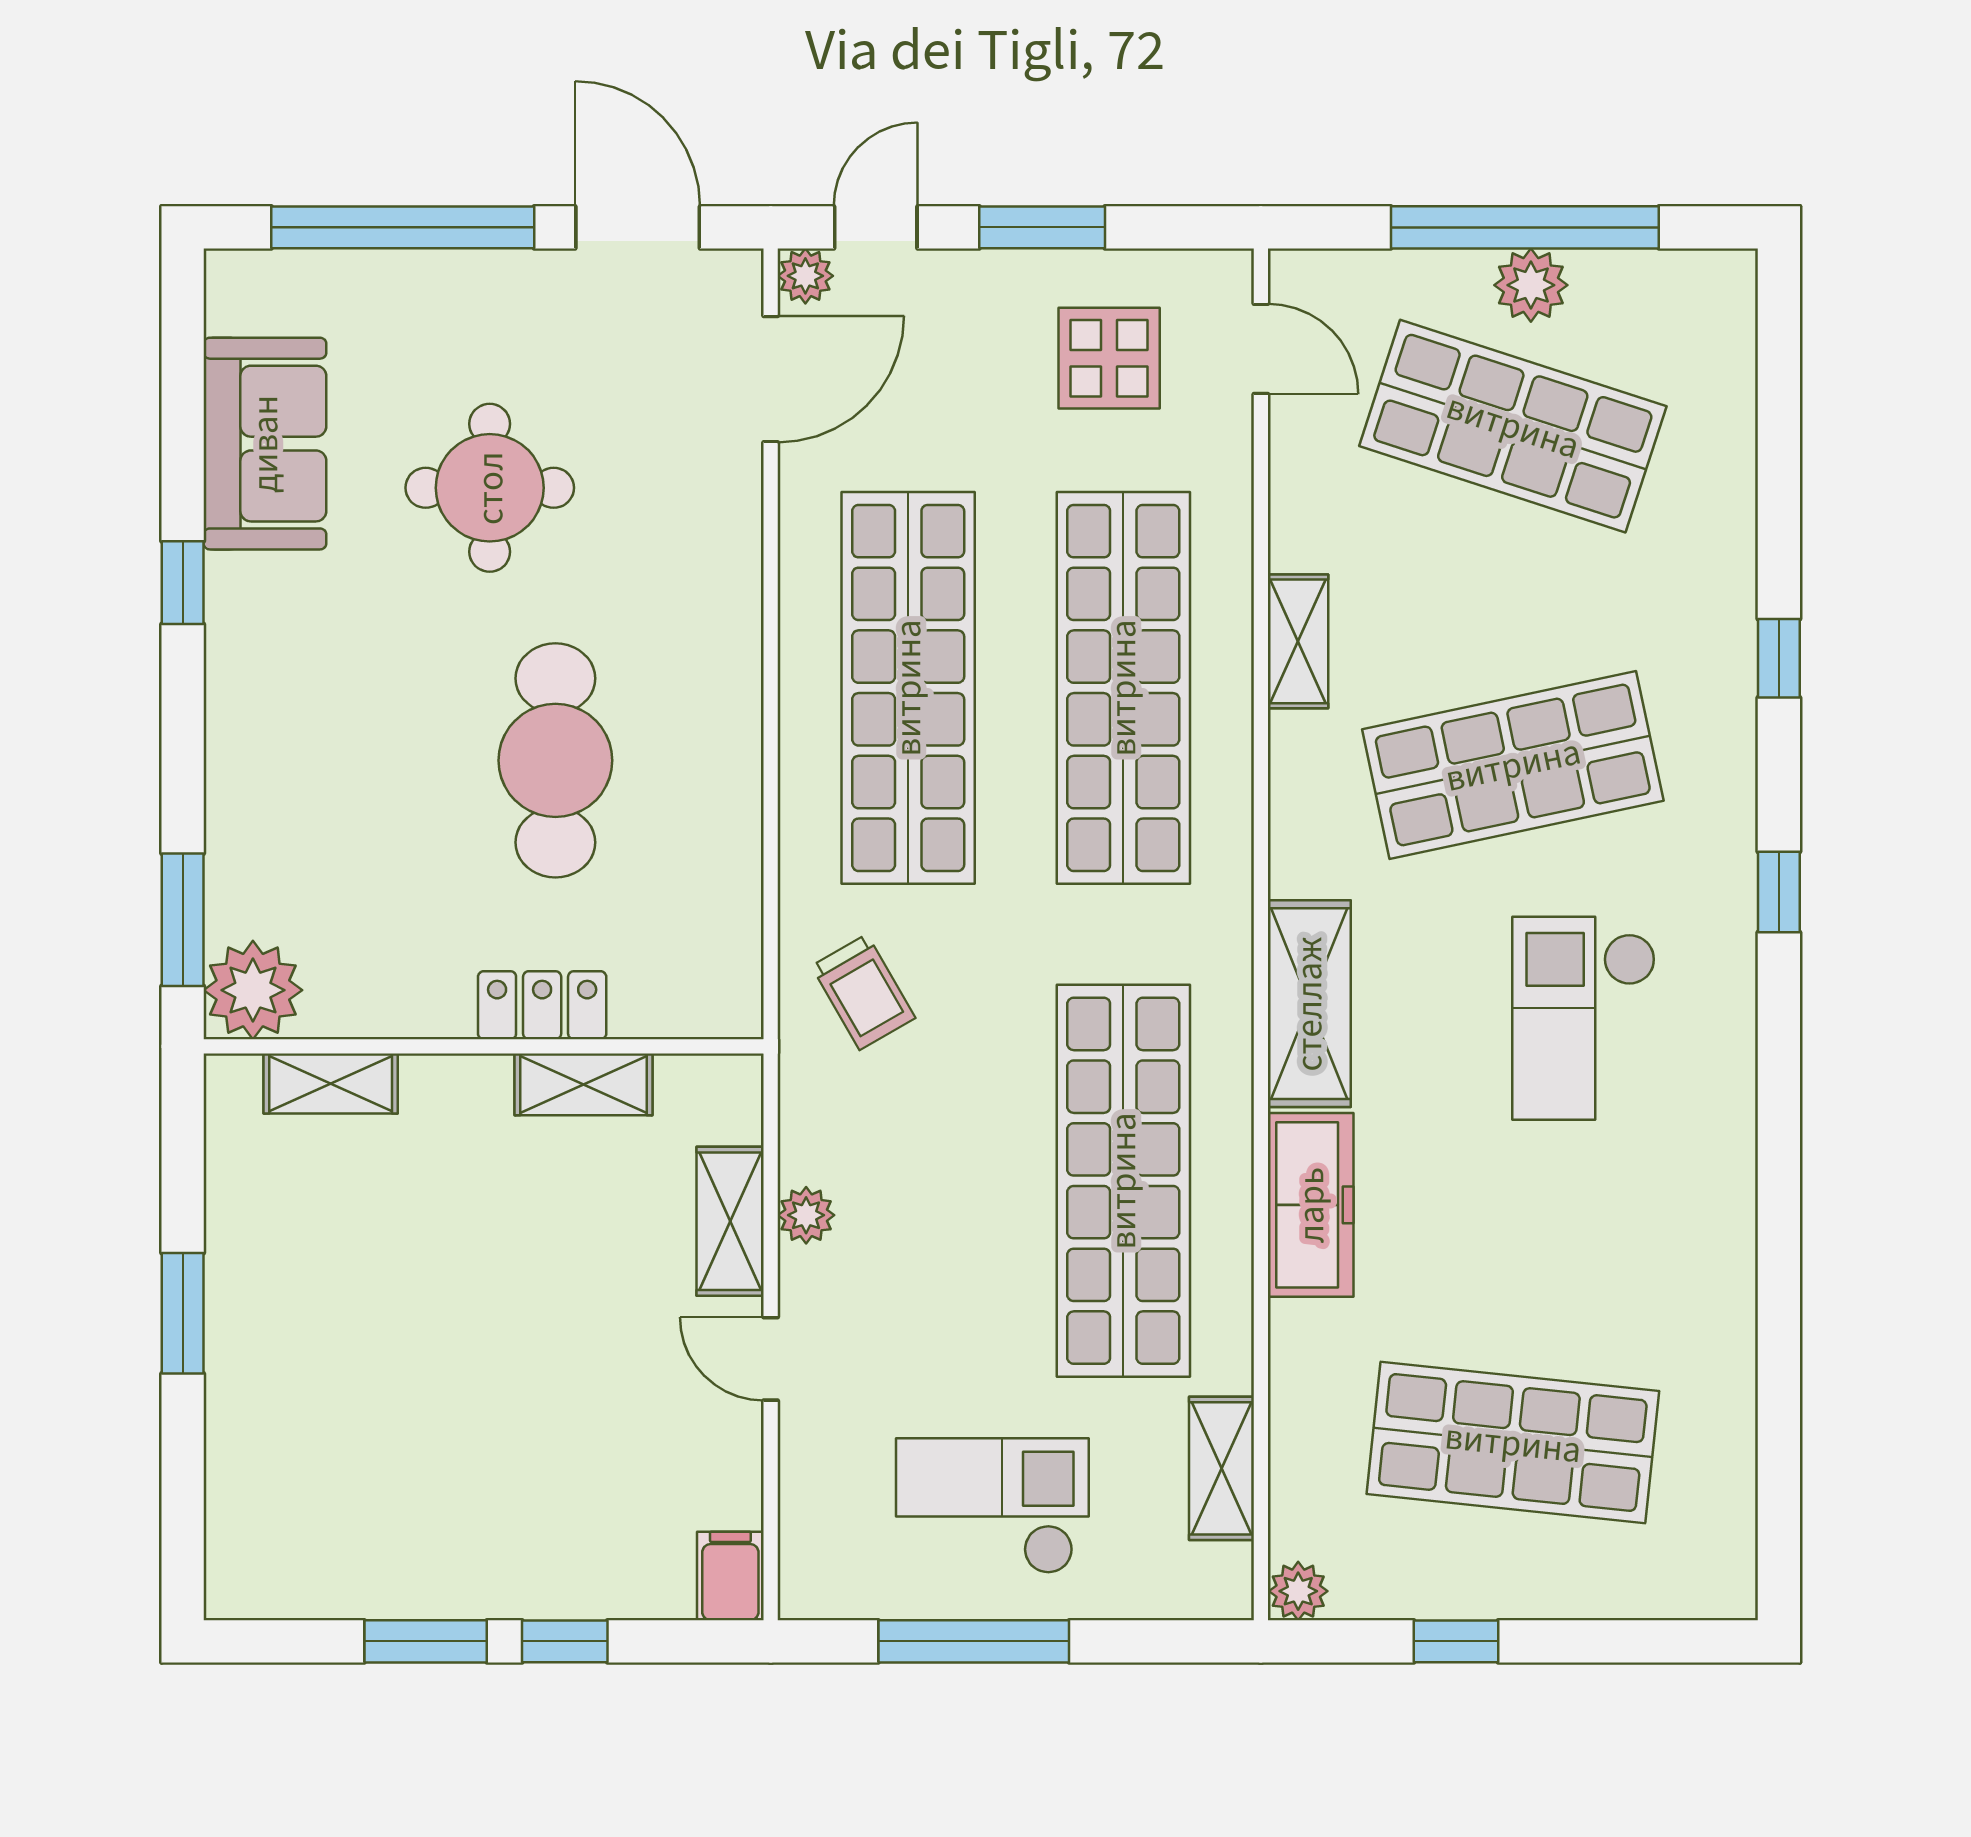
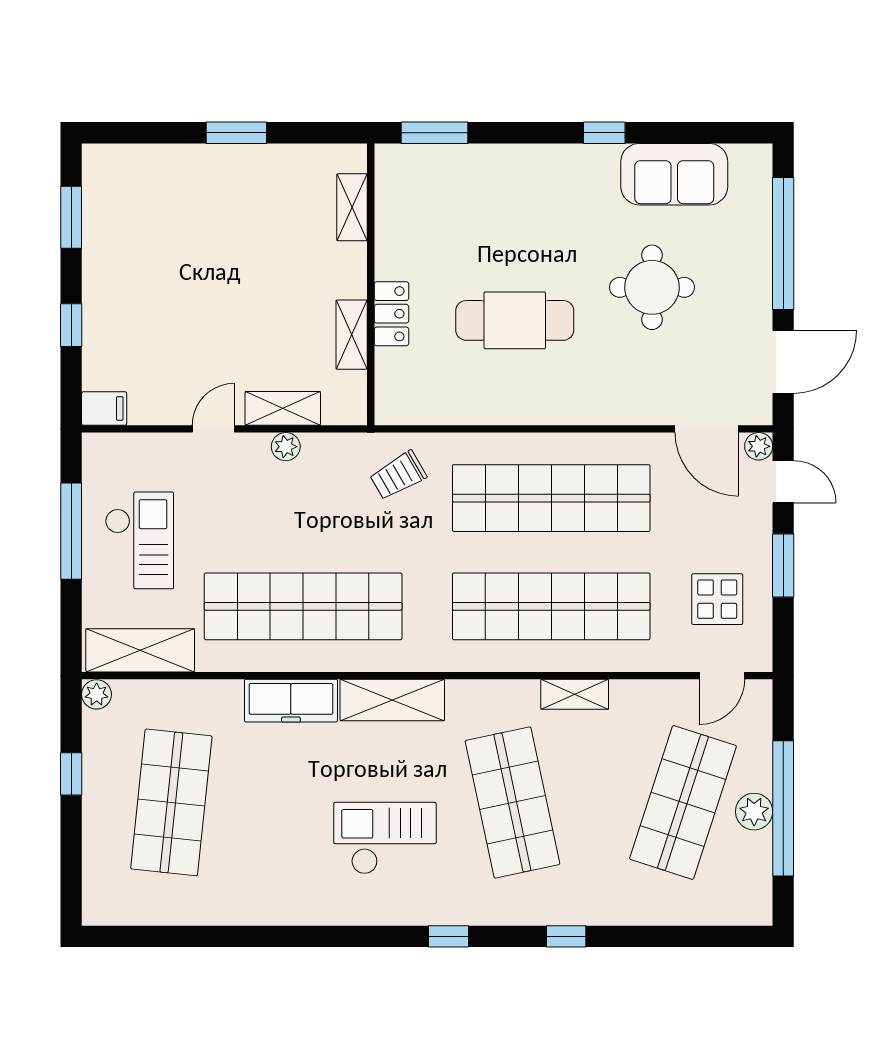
plant: (253, 990) -> (399, 168), removed
shelving: (1221, 1468) -> (140, 650), width x1.50, depth x1.33
window: (426, 1641) -> (71, 217), moved

